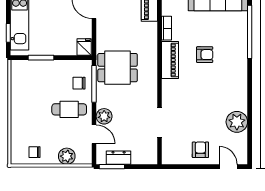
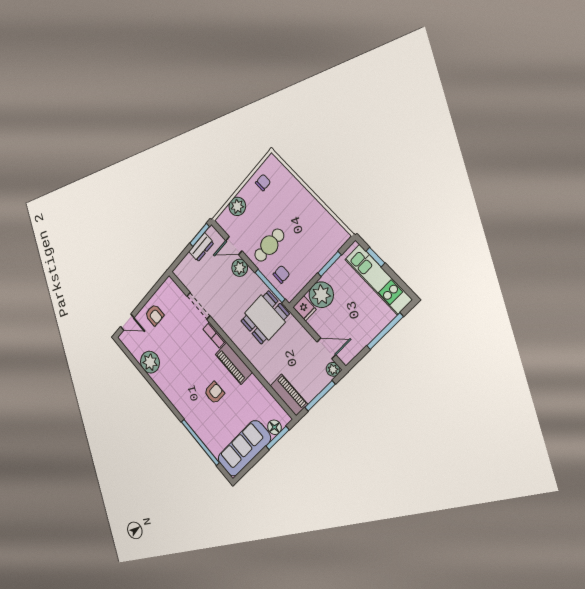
bookcase: (166, 28) -> (214, 335), moved
plant: (65, 44) -> (321, 295), added
armchair: (205, 55) -> (214, 393), turned 180

